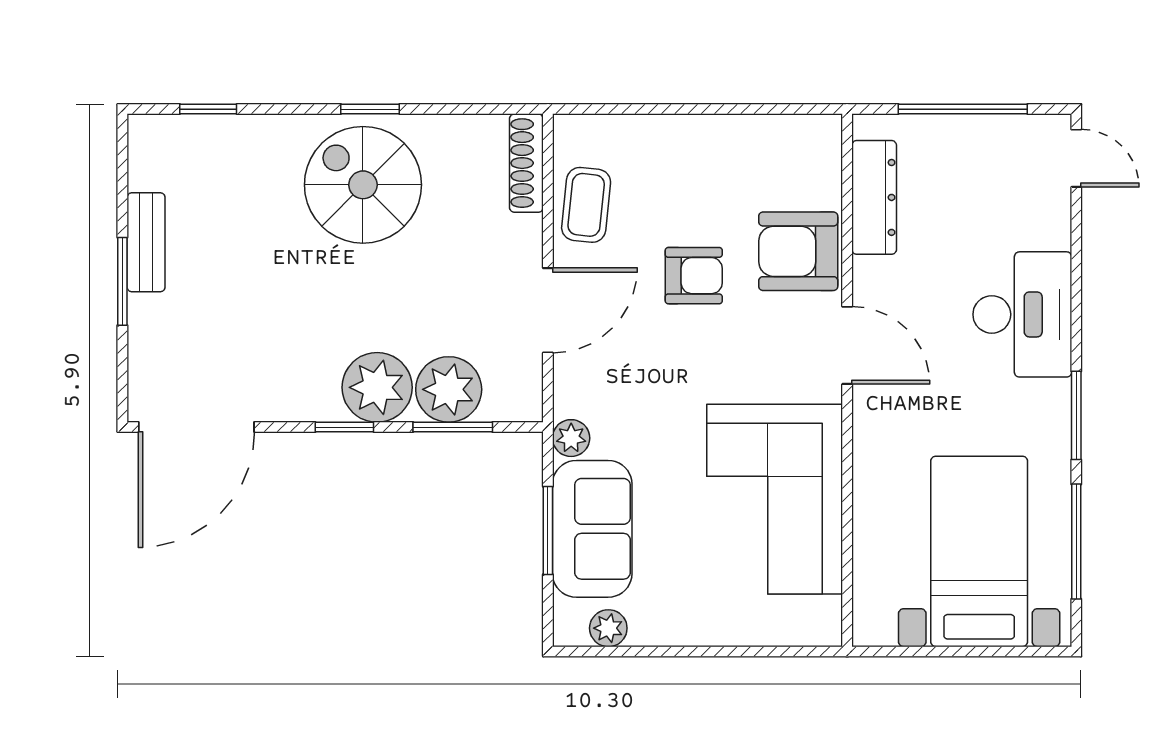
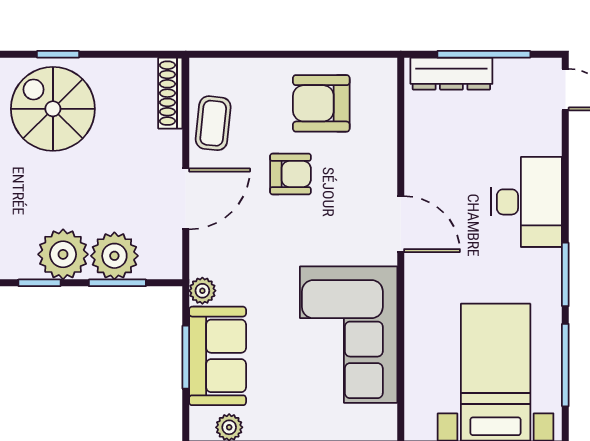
dresser: (874, 197) -> (451, 74), moved, turned 90
armchair: (798, 251) -> (321, 103), moved

